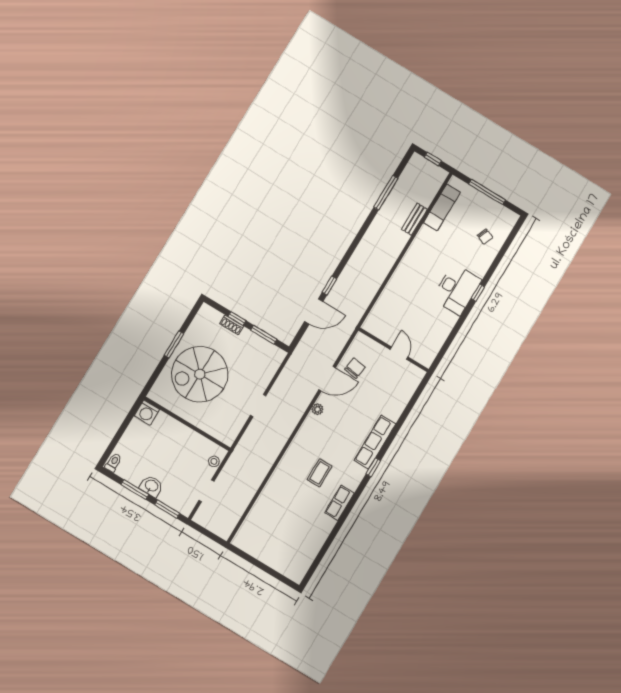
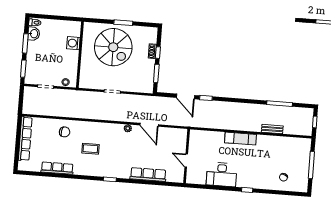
exam couch: (442, 207) -> (241, 139), moved
desk: (457, 289) -> (222, 174), moved
door: (399, 353) -> (186, 160), swing flipped
chair: (355, 368) -> (65, 132), moved
spiral stairs: (200, 374) -> (113, 47), turned 180
washing machine: (147, 413) -> (73, 43), moved
row of seats: (375, 442) -> (148, 175), moved
washbasin: (151, 486) -> (34, 34), moved
row of seats: (340, 503) -> (57, 168), moved, width x1.48
row of seats: (262, 554) -> (25, 139), added

